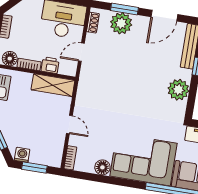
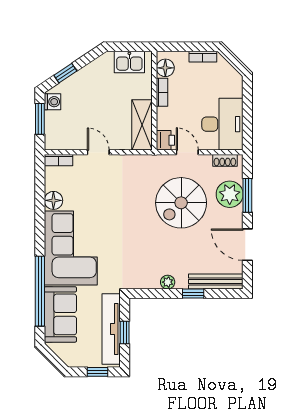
spiral stairs: (122, 64) -> (181, 203), added
printer: (50, 65) -> (165, 140), moved
plant: (178, 90) -> (168, 282), width x0.53, depth x0.53
door: (69, 124) -> (98, 152), swing flipped

